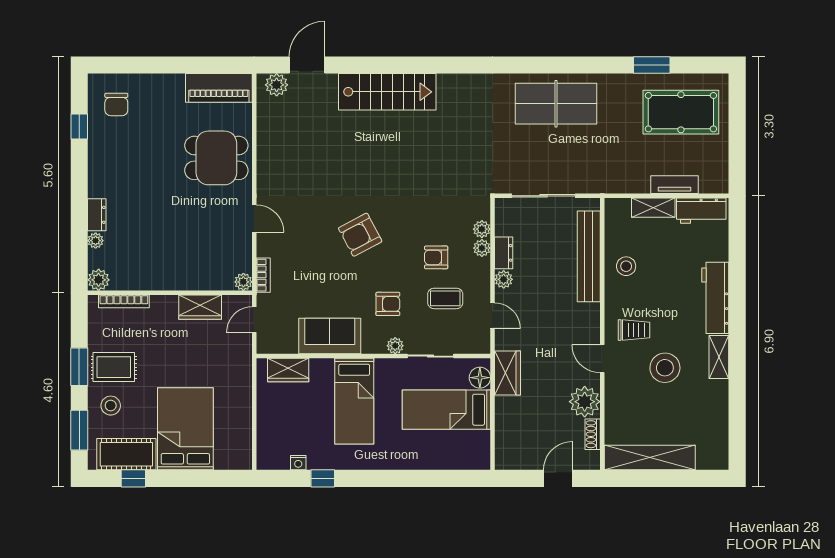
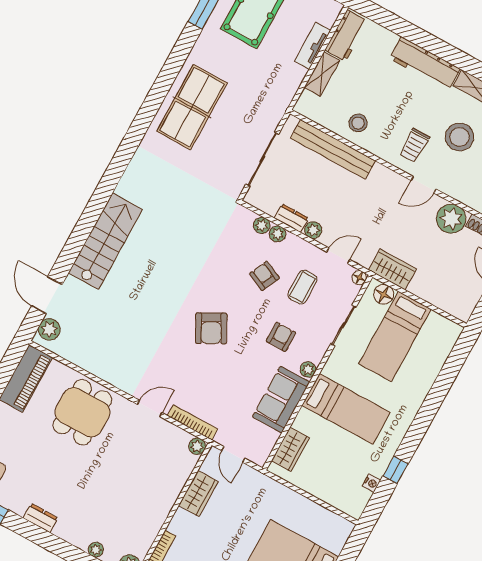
dresser: (97, 215) -> (40, 518), moved
armchair: (436, 257) -> (264, 276), turned 115
bookcase: (263, 275) -> (193, 422), width x1.56
trolley: (634, 330) -> (414, 145), turned 180
plant: (395, 346) -> (308, 370), moved
floor lamp: (483, 346) -> (359, 278), added

